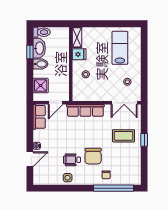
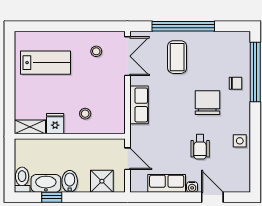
lab bench: (120, 48) -> (46, 63), turned 180
row of seats: (85, 110) -> (139, 105), width x0.68
row of seats: (39, 117) -> (167, 183), moved
window: (144, 140) -> (183, 26), width x3.17
chair: (93, 156) -> (208, 103), turned -90
wheelchair: (72, 160) -> (200, 147), moved

